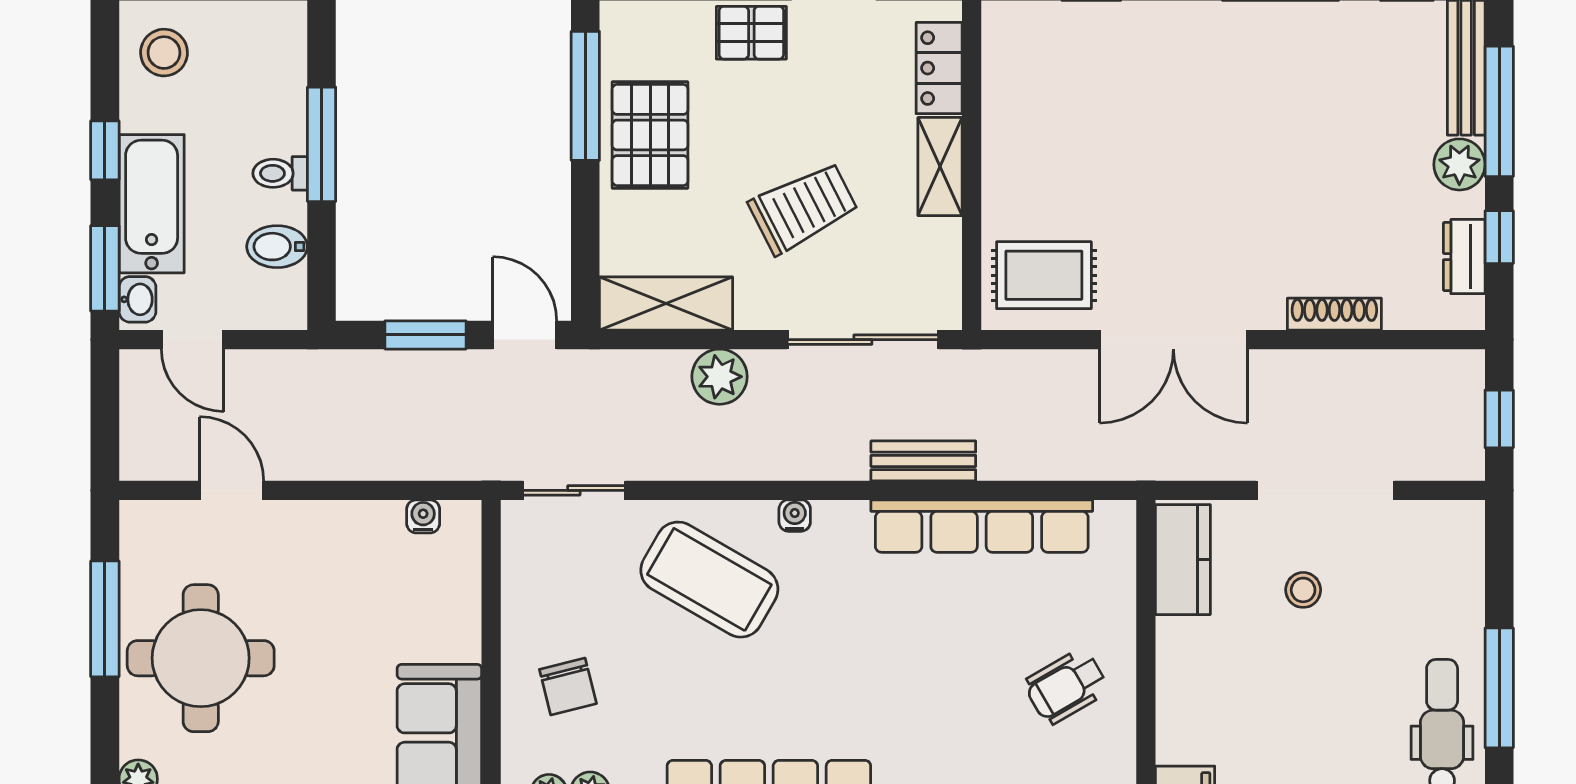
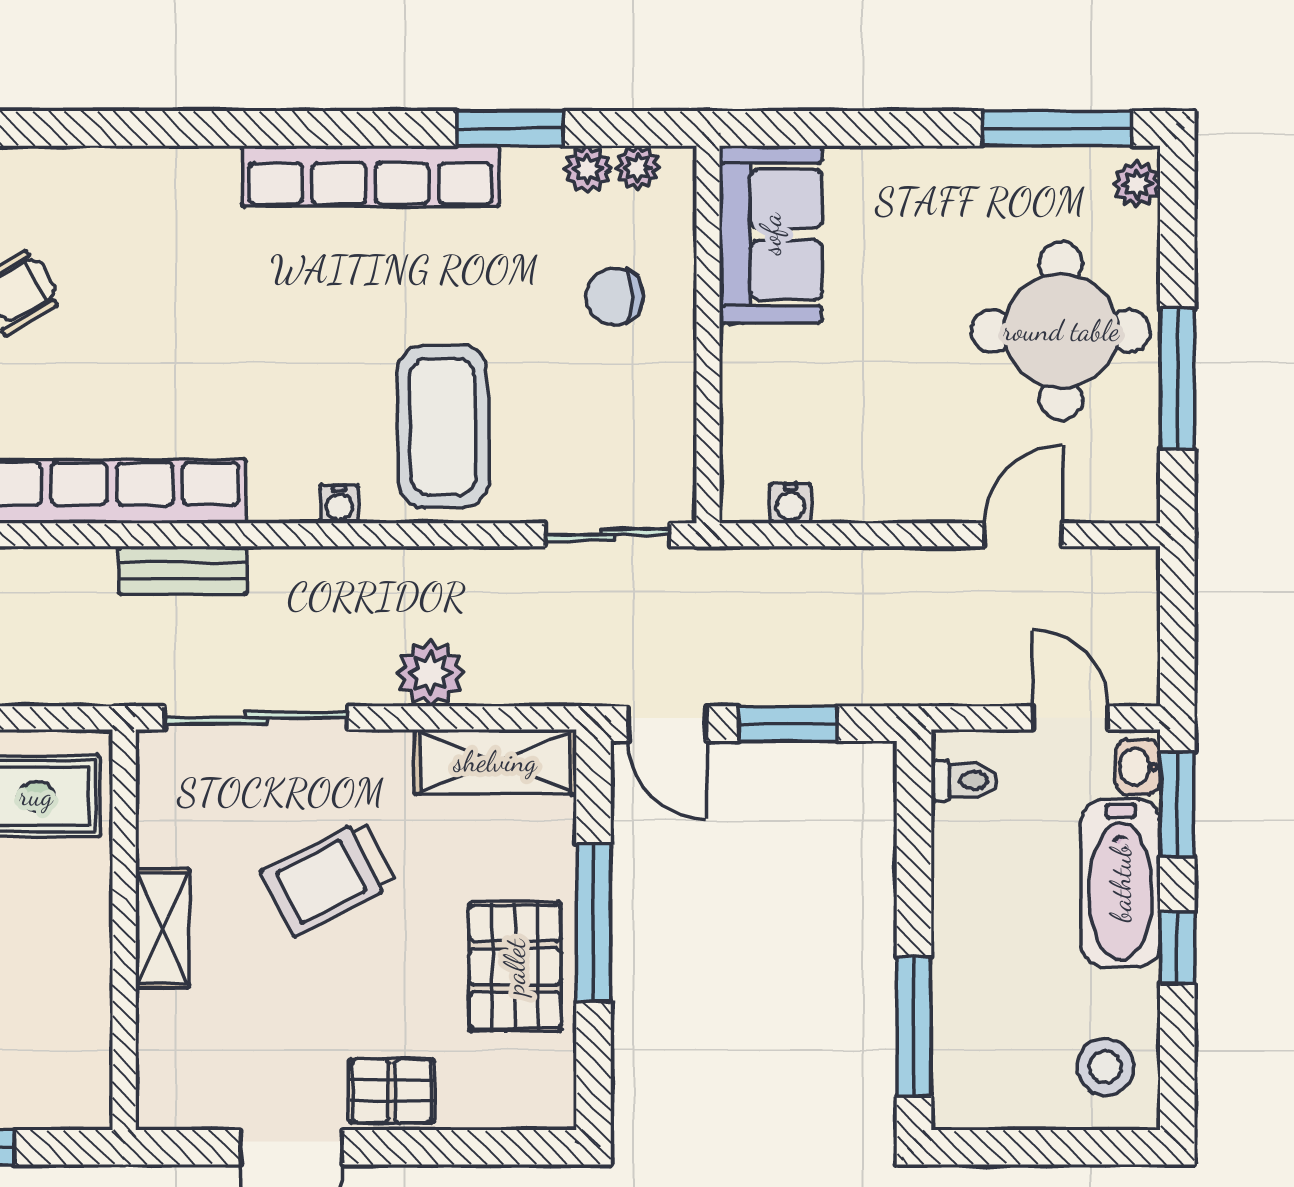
locker: (939, 68) -> (164, 1048), removed
window: (585, 96) -> (594, 923), moved
window: (322, 144) -> (914, 1027), moved
toilet: (280, 173) -> (964, 781), moved
bidet: (277, 247) -> (968, 831), removed
door: (232, 490) -> (1023, 535), swing flipped
coffee table: (709, 580) -> (443, 426), turned 59
chair: (568, 686) -> (615, 296), turned -76

